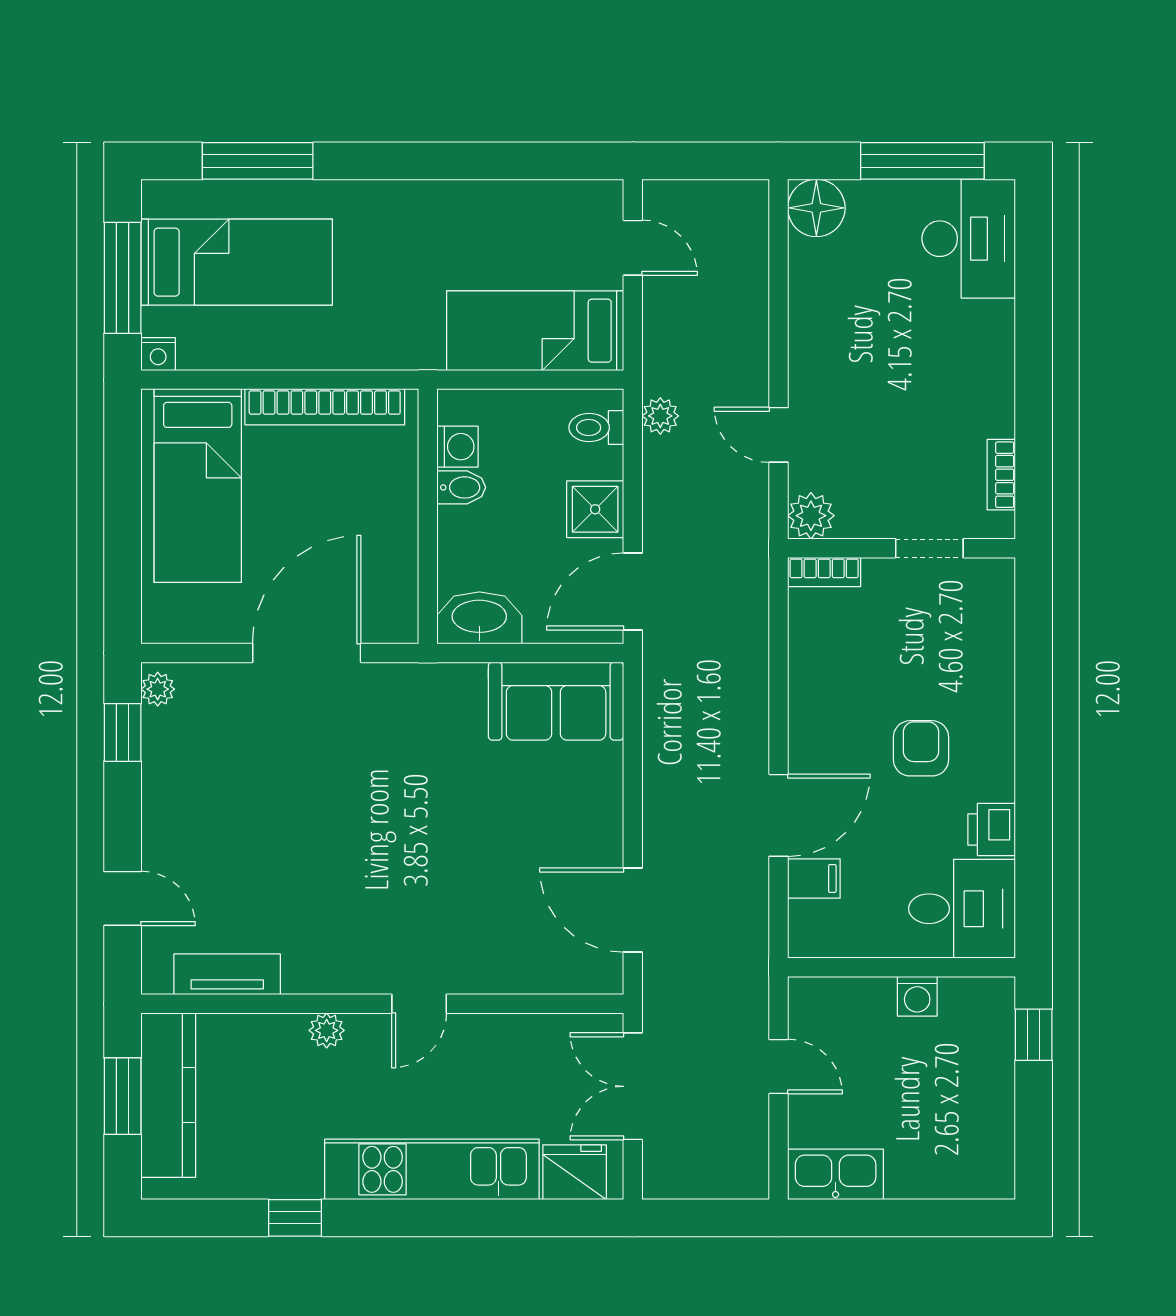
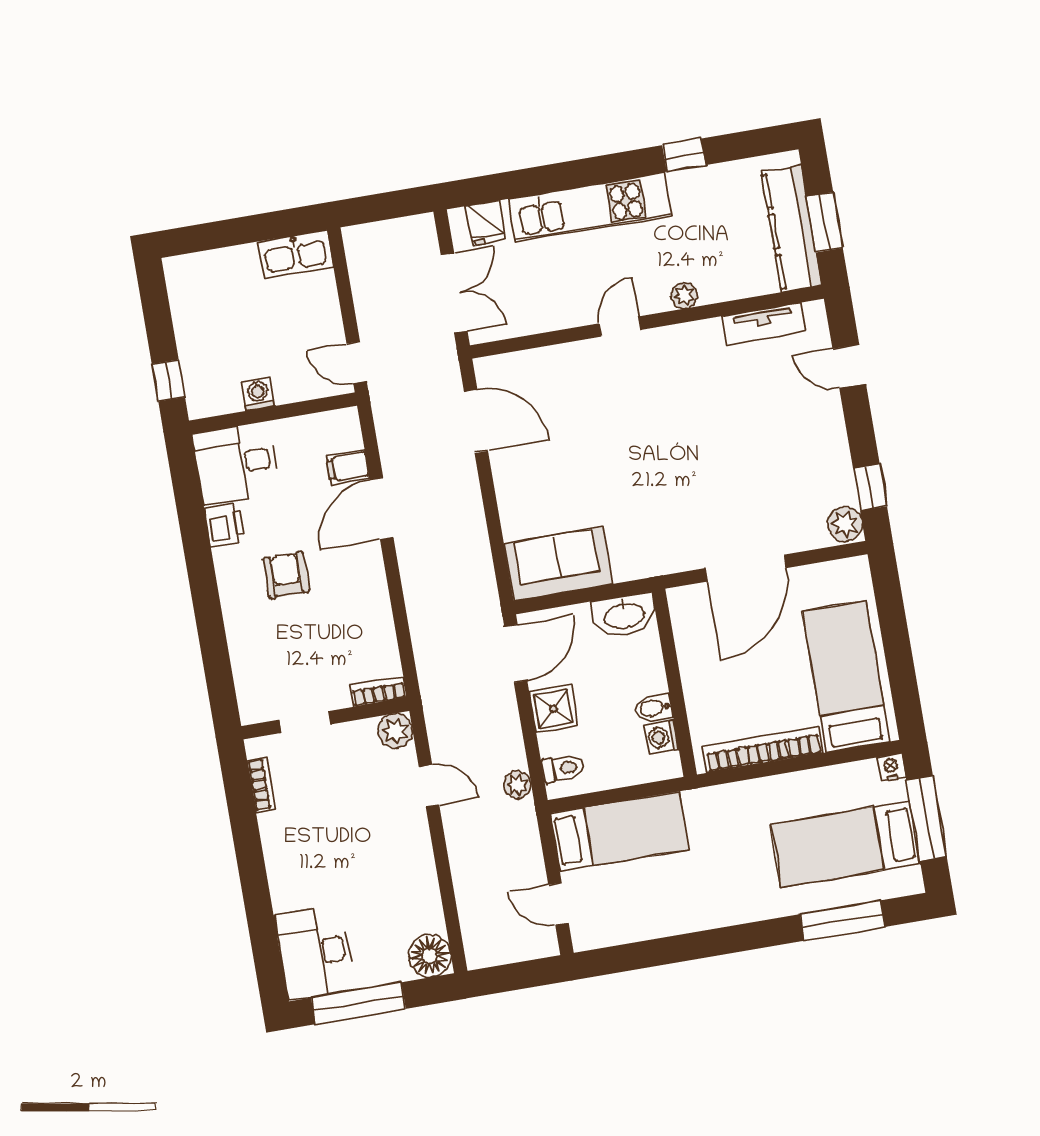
plant: (158, 689) -> (845, 524), width x1.38, depth x1.38
armchair: (921, 748) -> (286, 575), turned 180
door: (779, 1067) -> (357, 362), moved
fridge: (575, 1172) -> (486, 223), width x0.72

